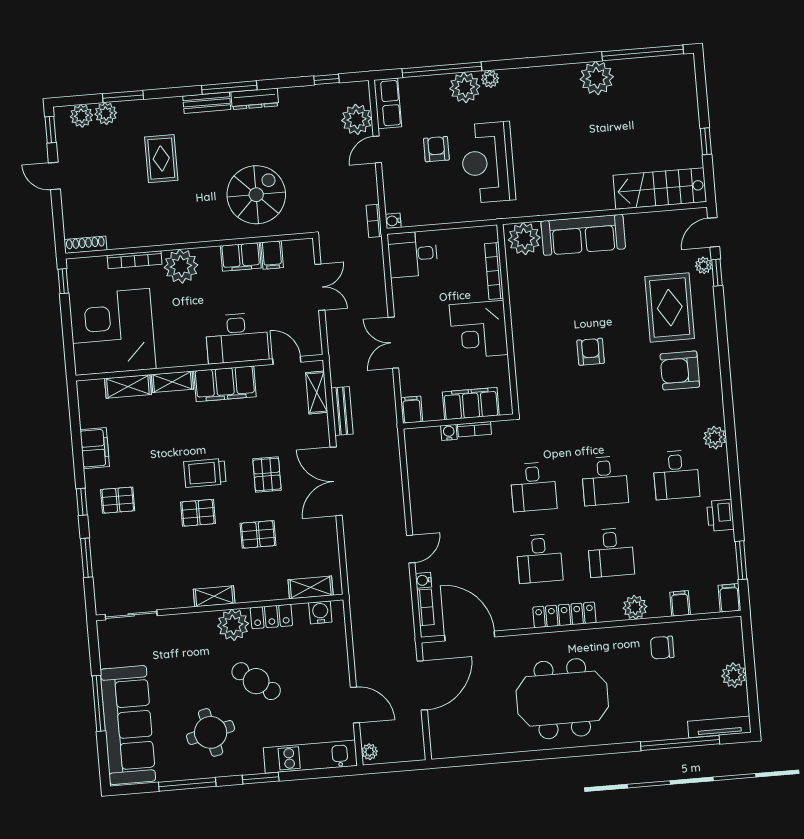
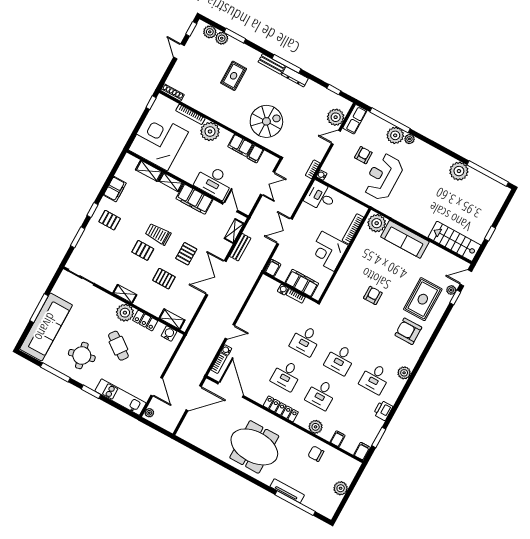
tv unit: (719, 727) -> (287, 491), moved

